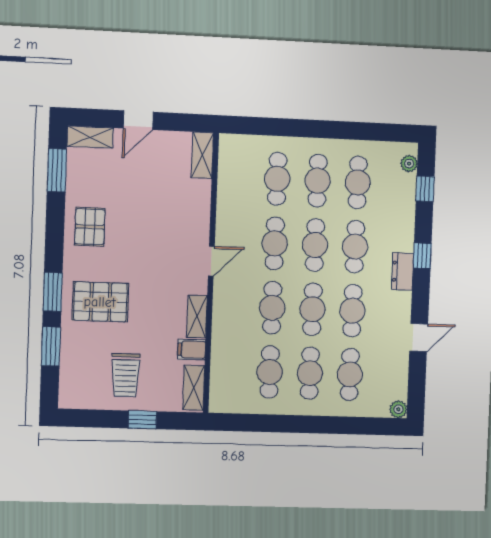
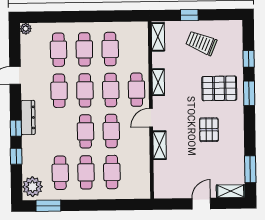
window: (379, 132) -> (48, 206), added
shelving: (202, 155) -> (160, 145), moved
plant: (409, 164) -> (32, 187), width x1.87, depth x1.87
window: (425, 189) -> (16, 156), moved
pallet: (90, 227) -> (209, 130), moved
cafe table: (355, 247) -> (137, 90), moved
dresser: (403, 271) -> (28, 118), width x1.44
window: (51, 346) -> (249, 59), width x0.67
filing cabinet: (192, 350) -> (160, 61), removed
trolley: (125, 375) -> (201, 43), turned -67

